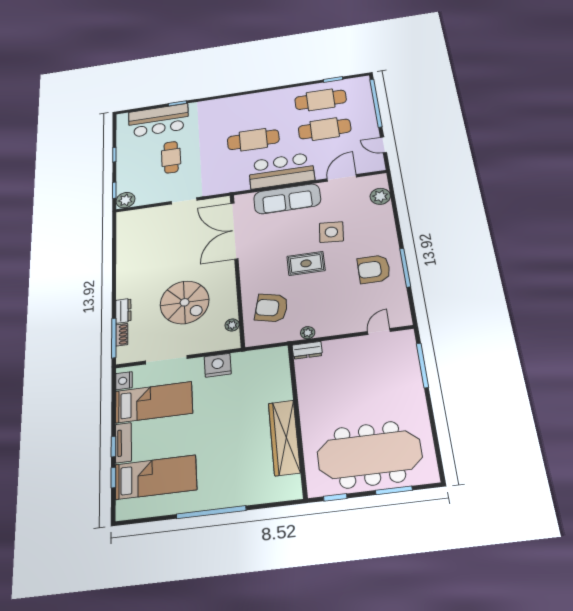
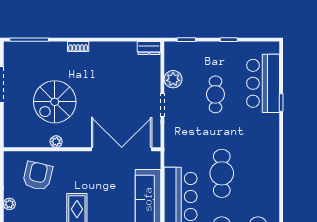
cafe table: (171, 157) -> (215, 94), turned 90
plant: (125, 200) -> (173, 79), moved
dresser: (123, 311) -> (149, 48), moved
plant: (232, 325) -> (56, 142), moved
shoe rack: (122, 335) -> (78, 47), moved

